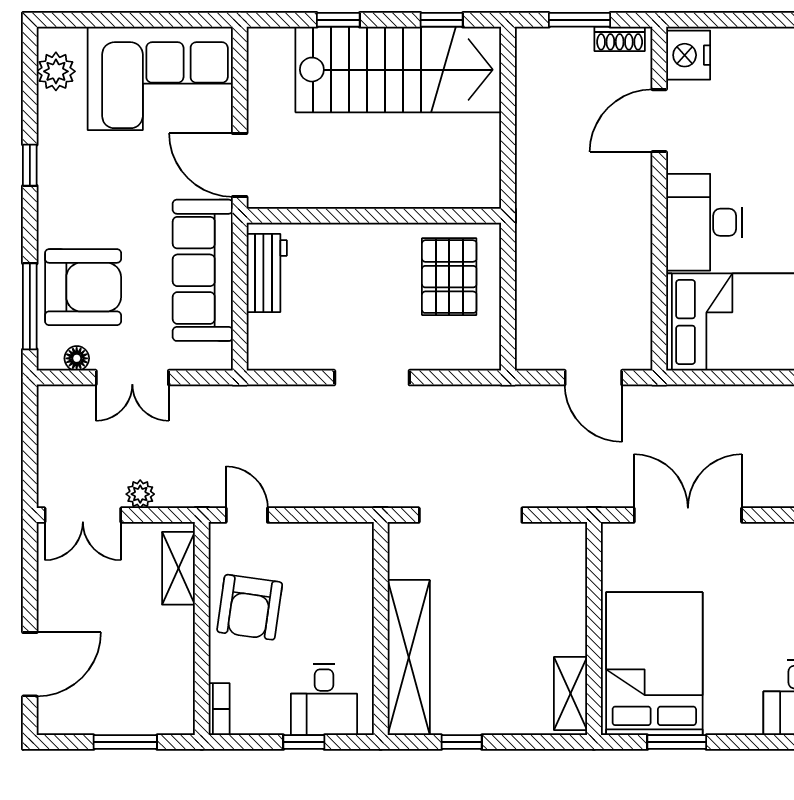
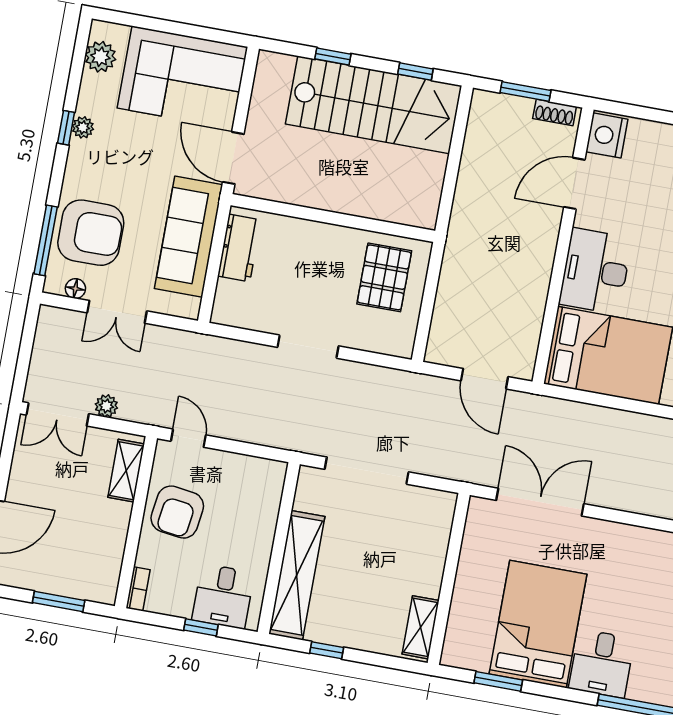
plant: (50, 161) -> (83, 127), added
bed: (654, 664) -> (538, 624), moved

